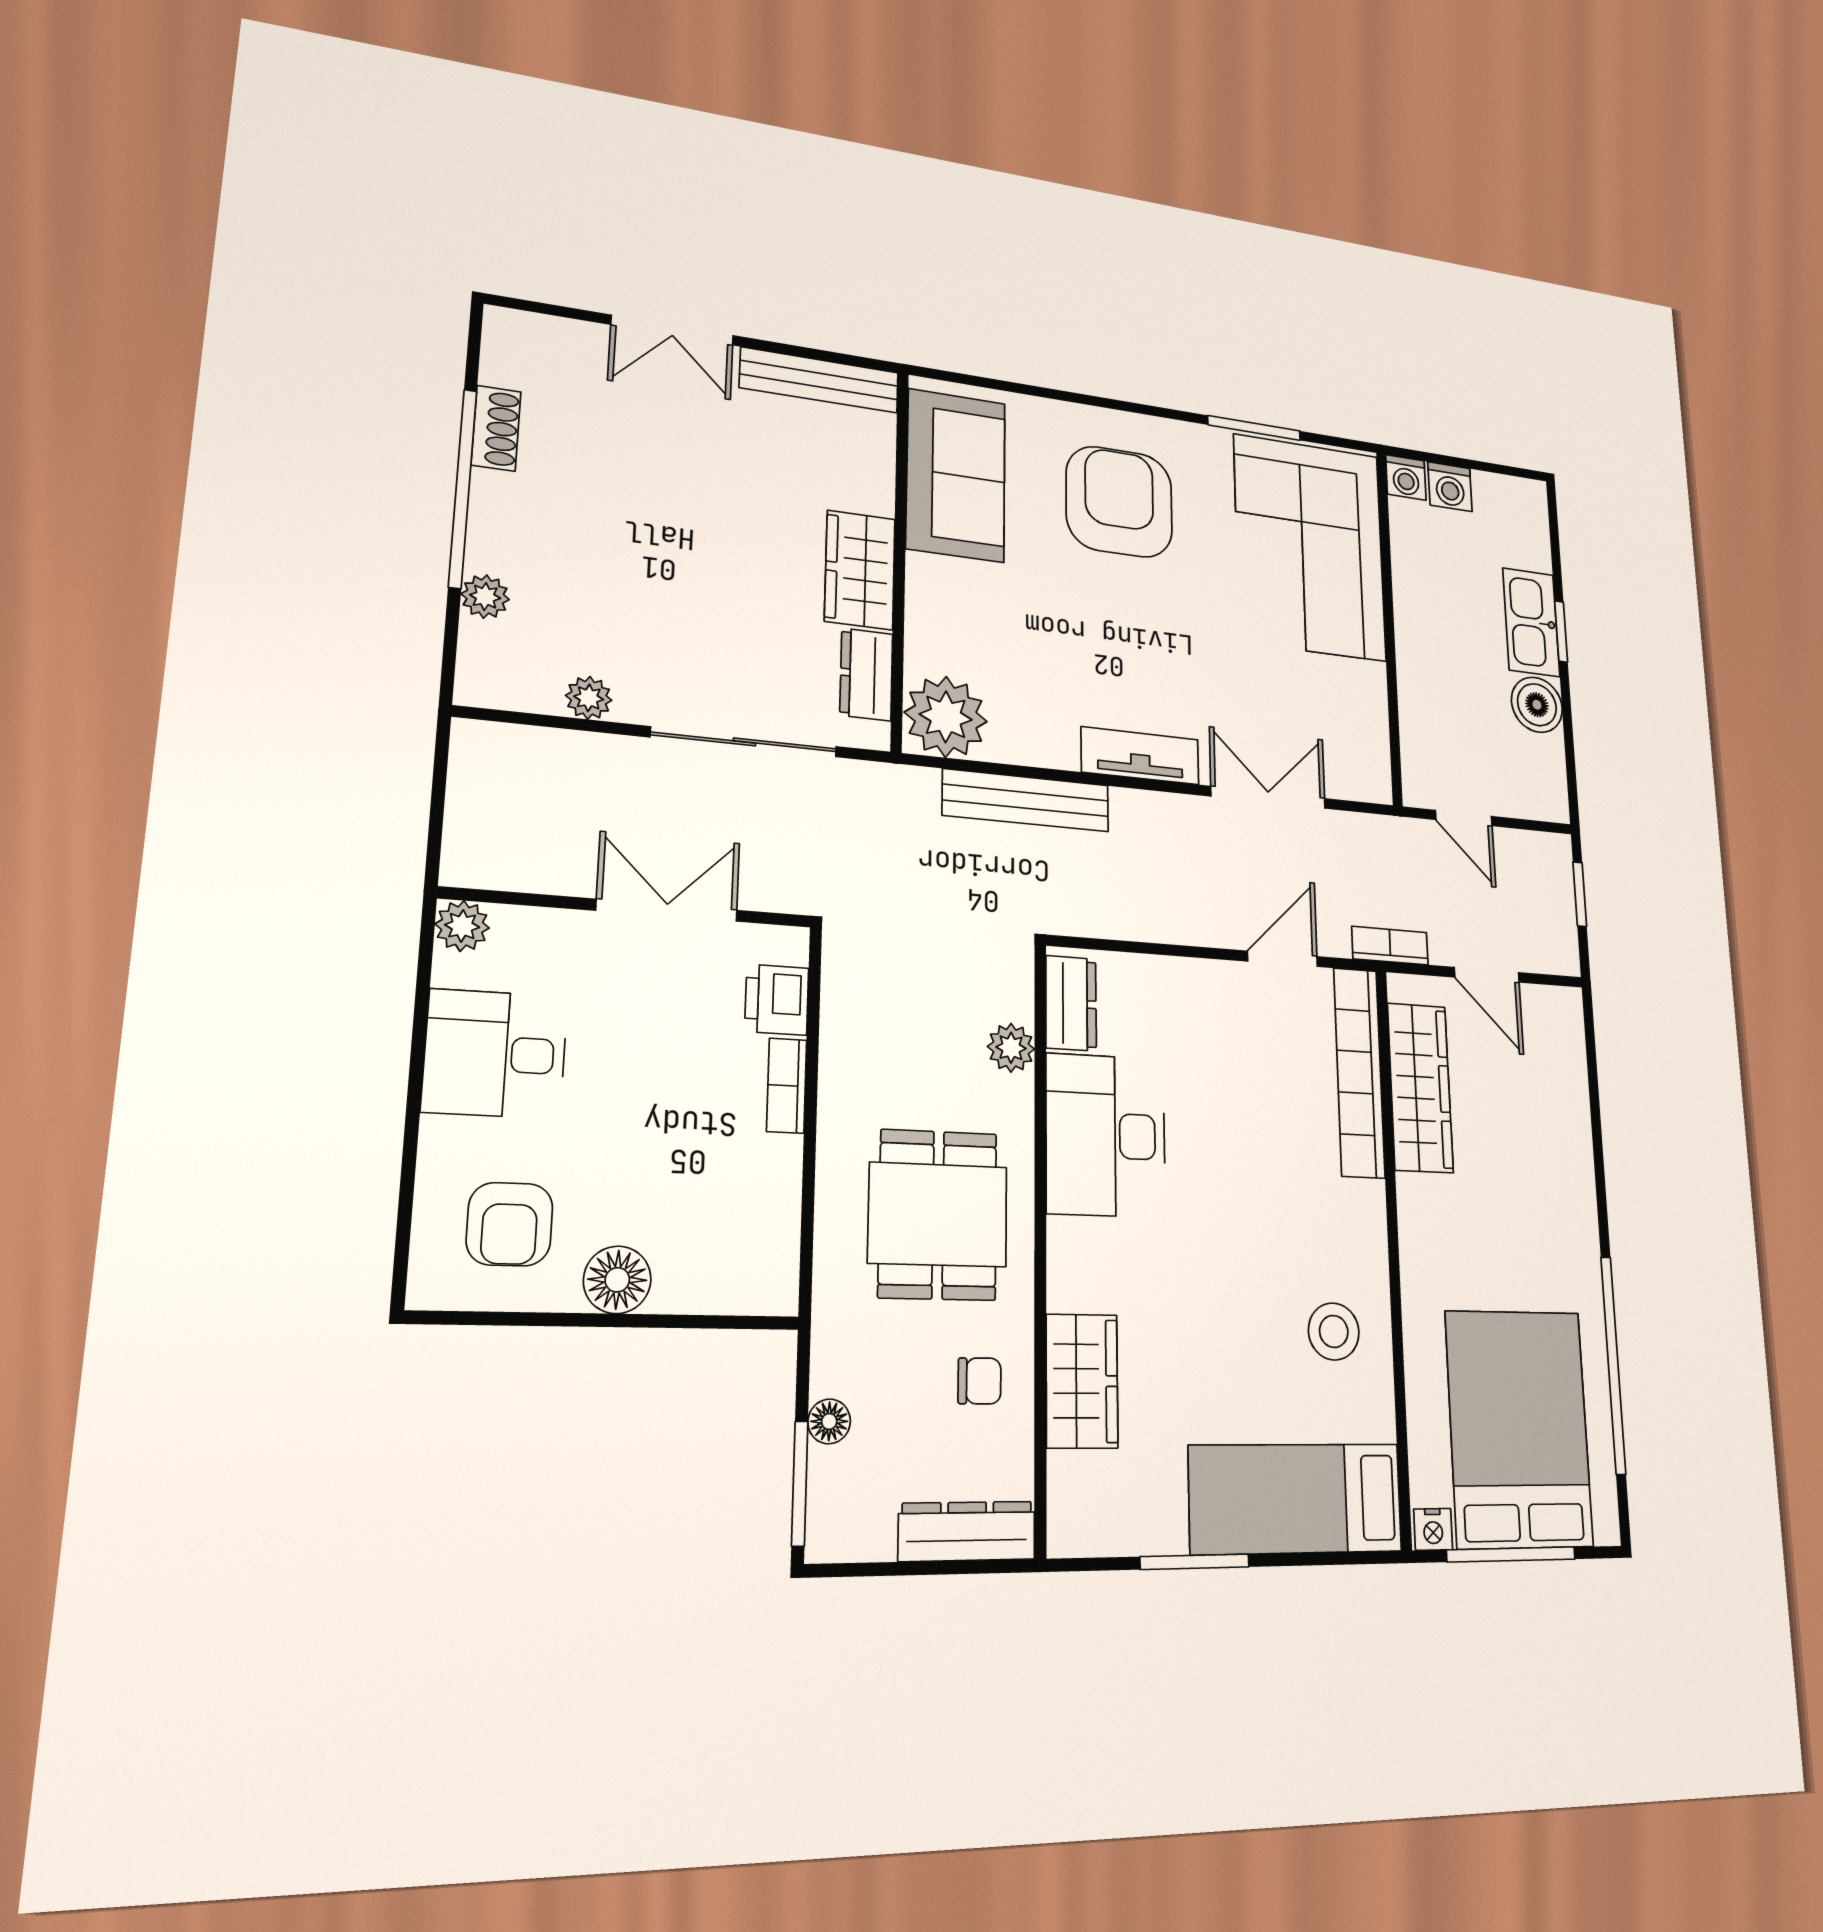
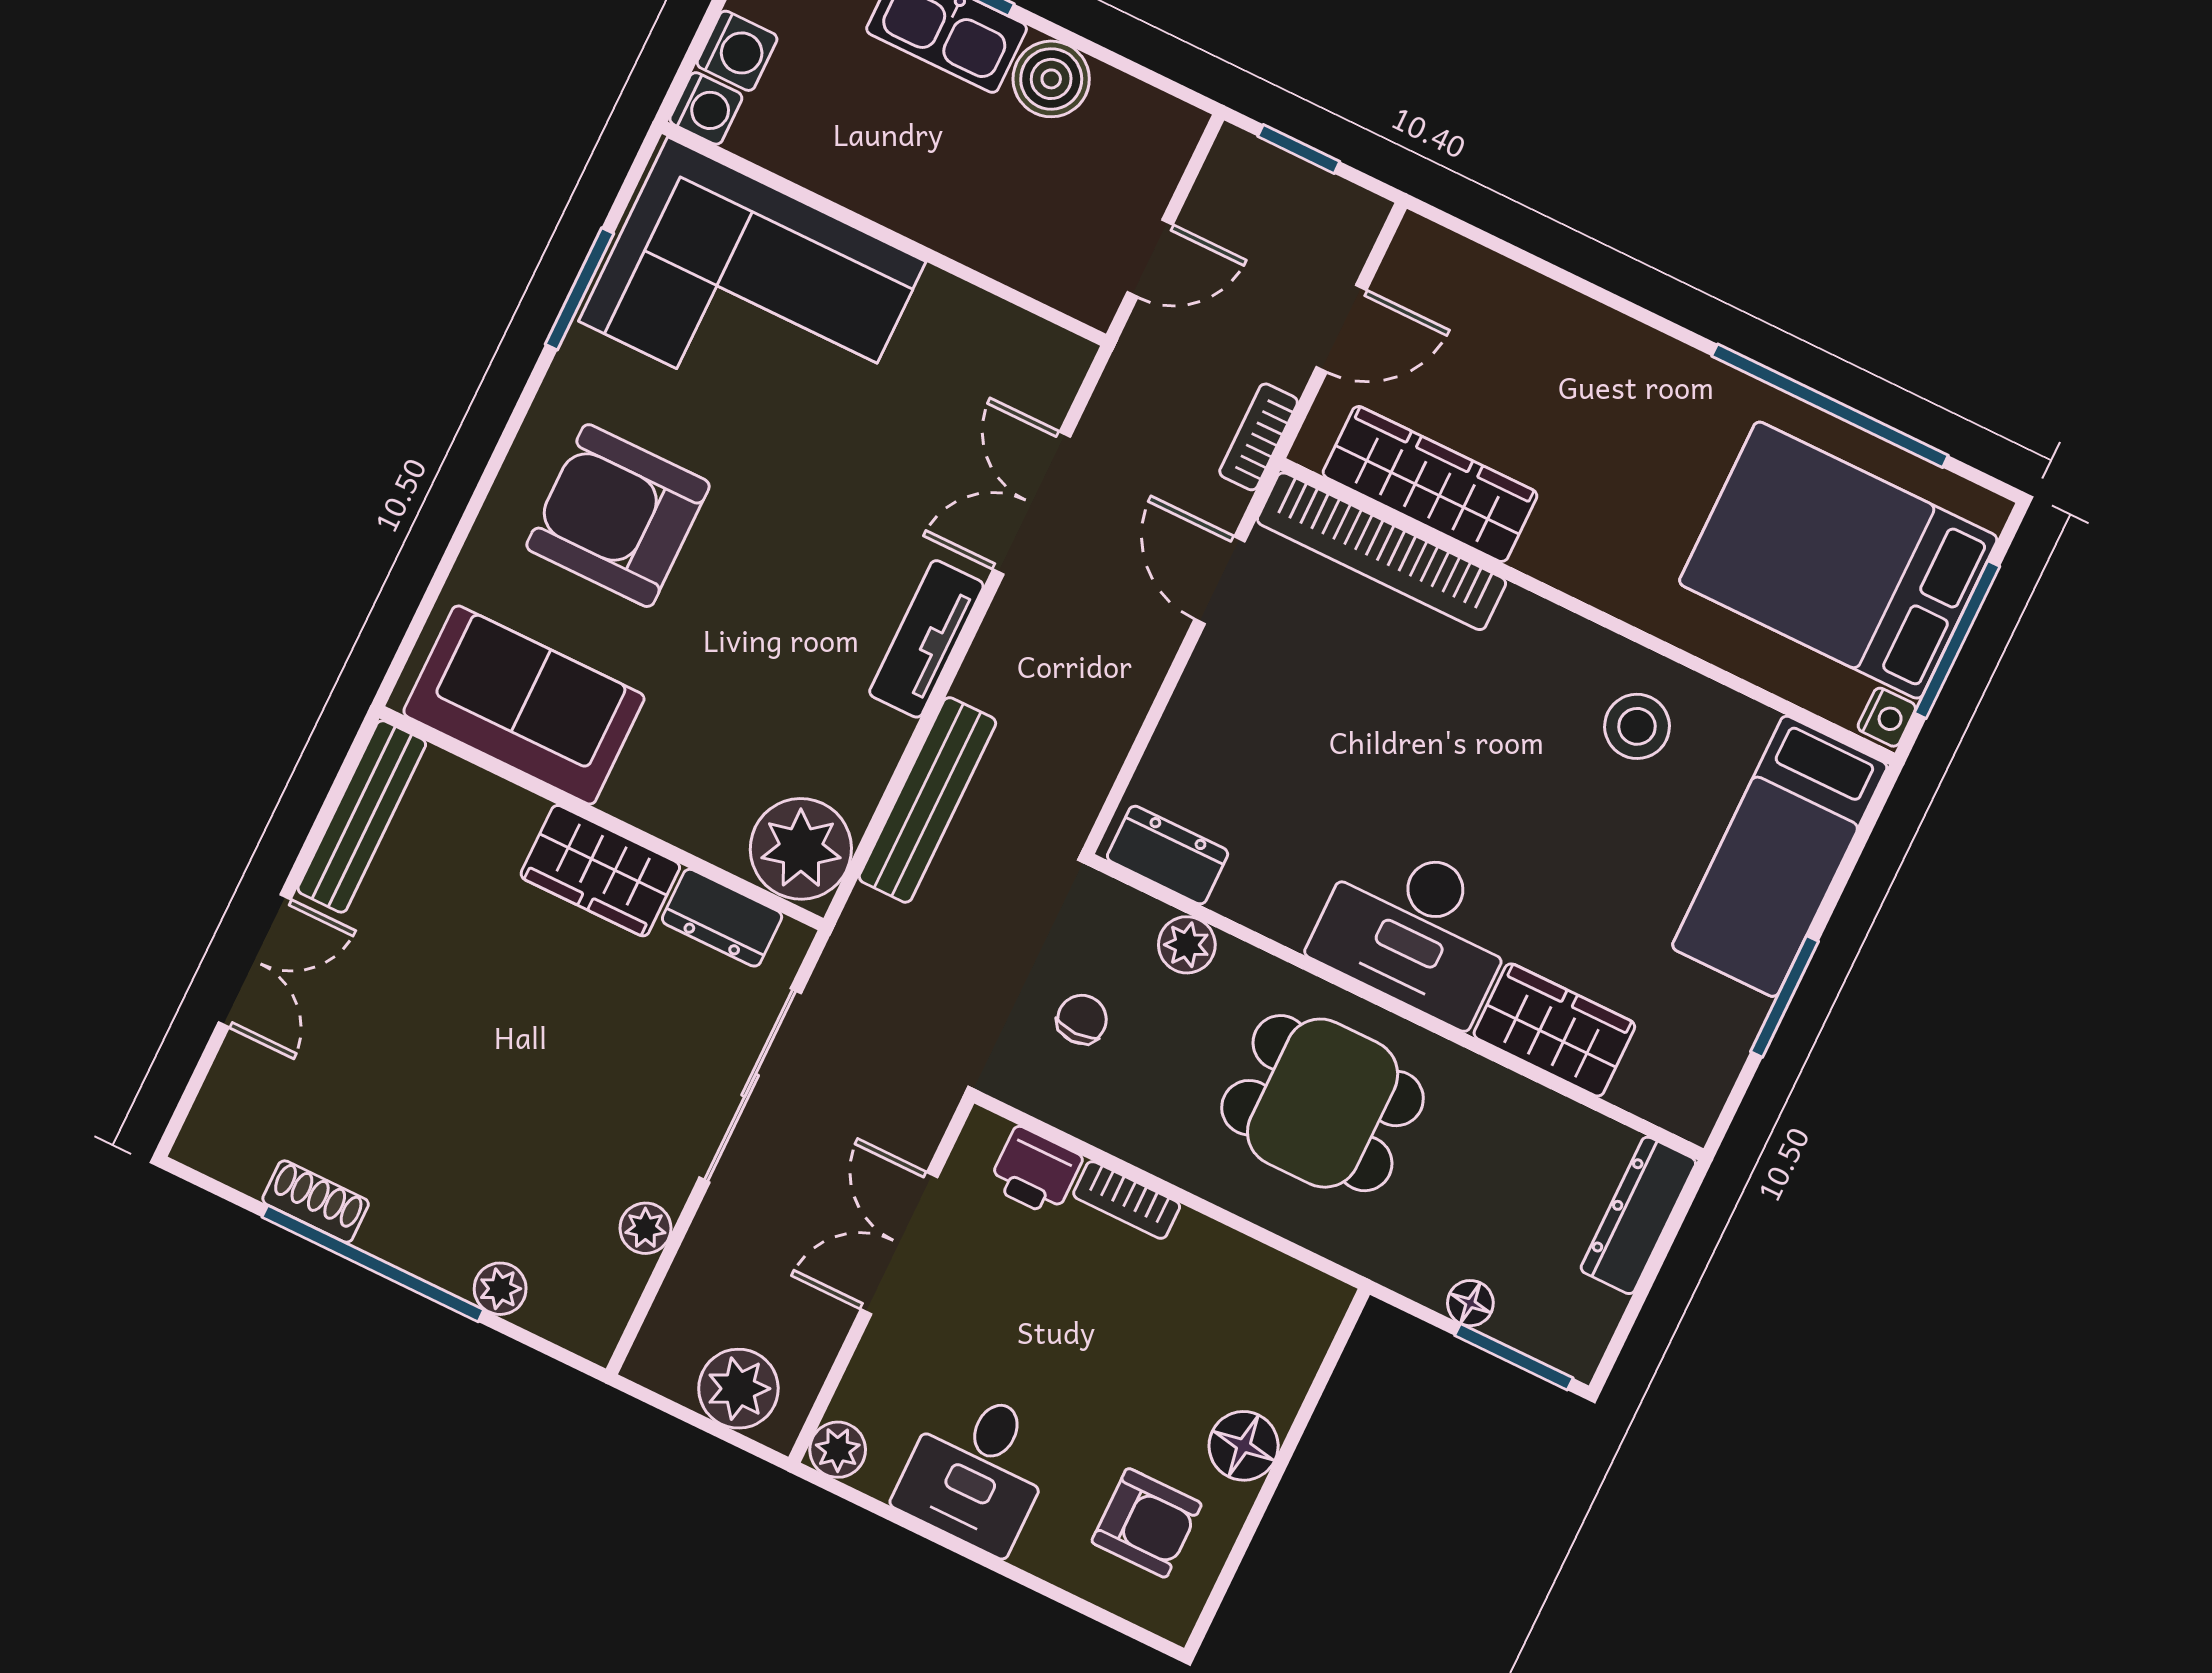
plant: (482, 822) -> (738, 1389), added
desk: (1106, 1135) -> (1416, 929), moved
chair: (979, 1381) -> (1082, 1019), moved

